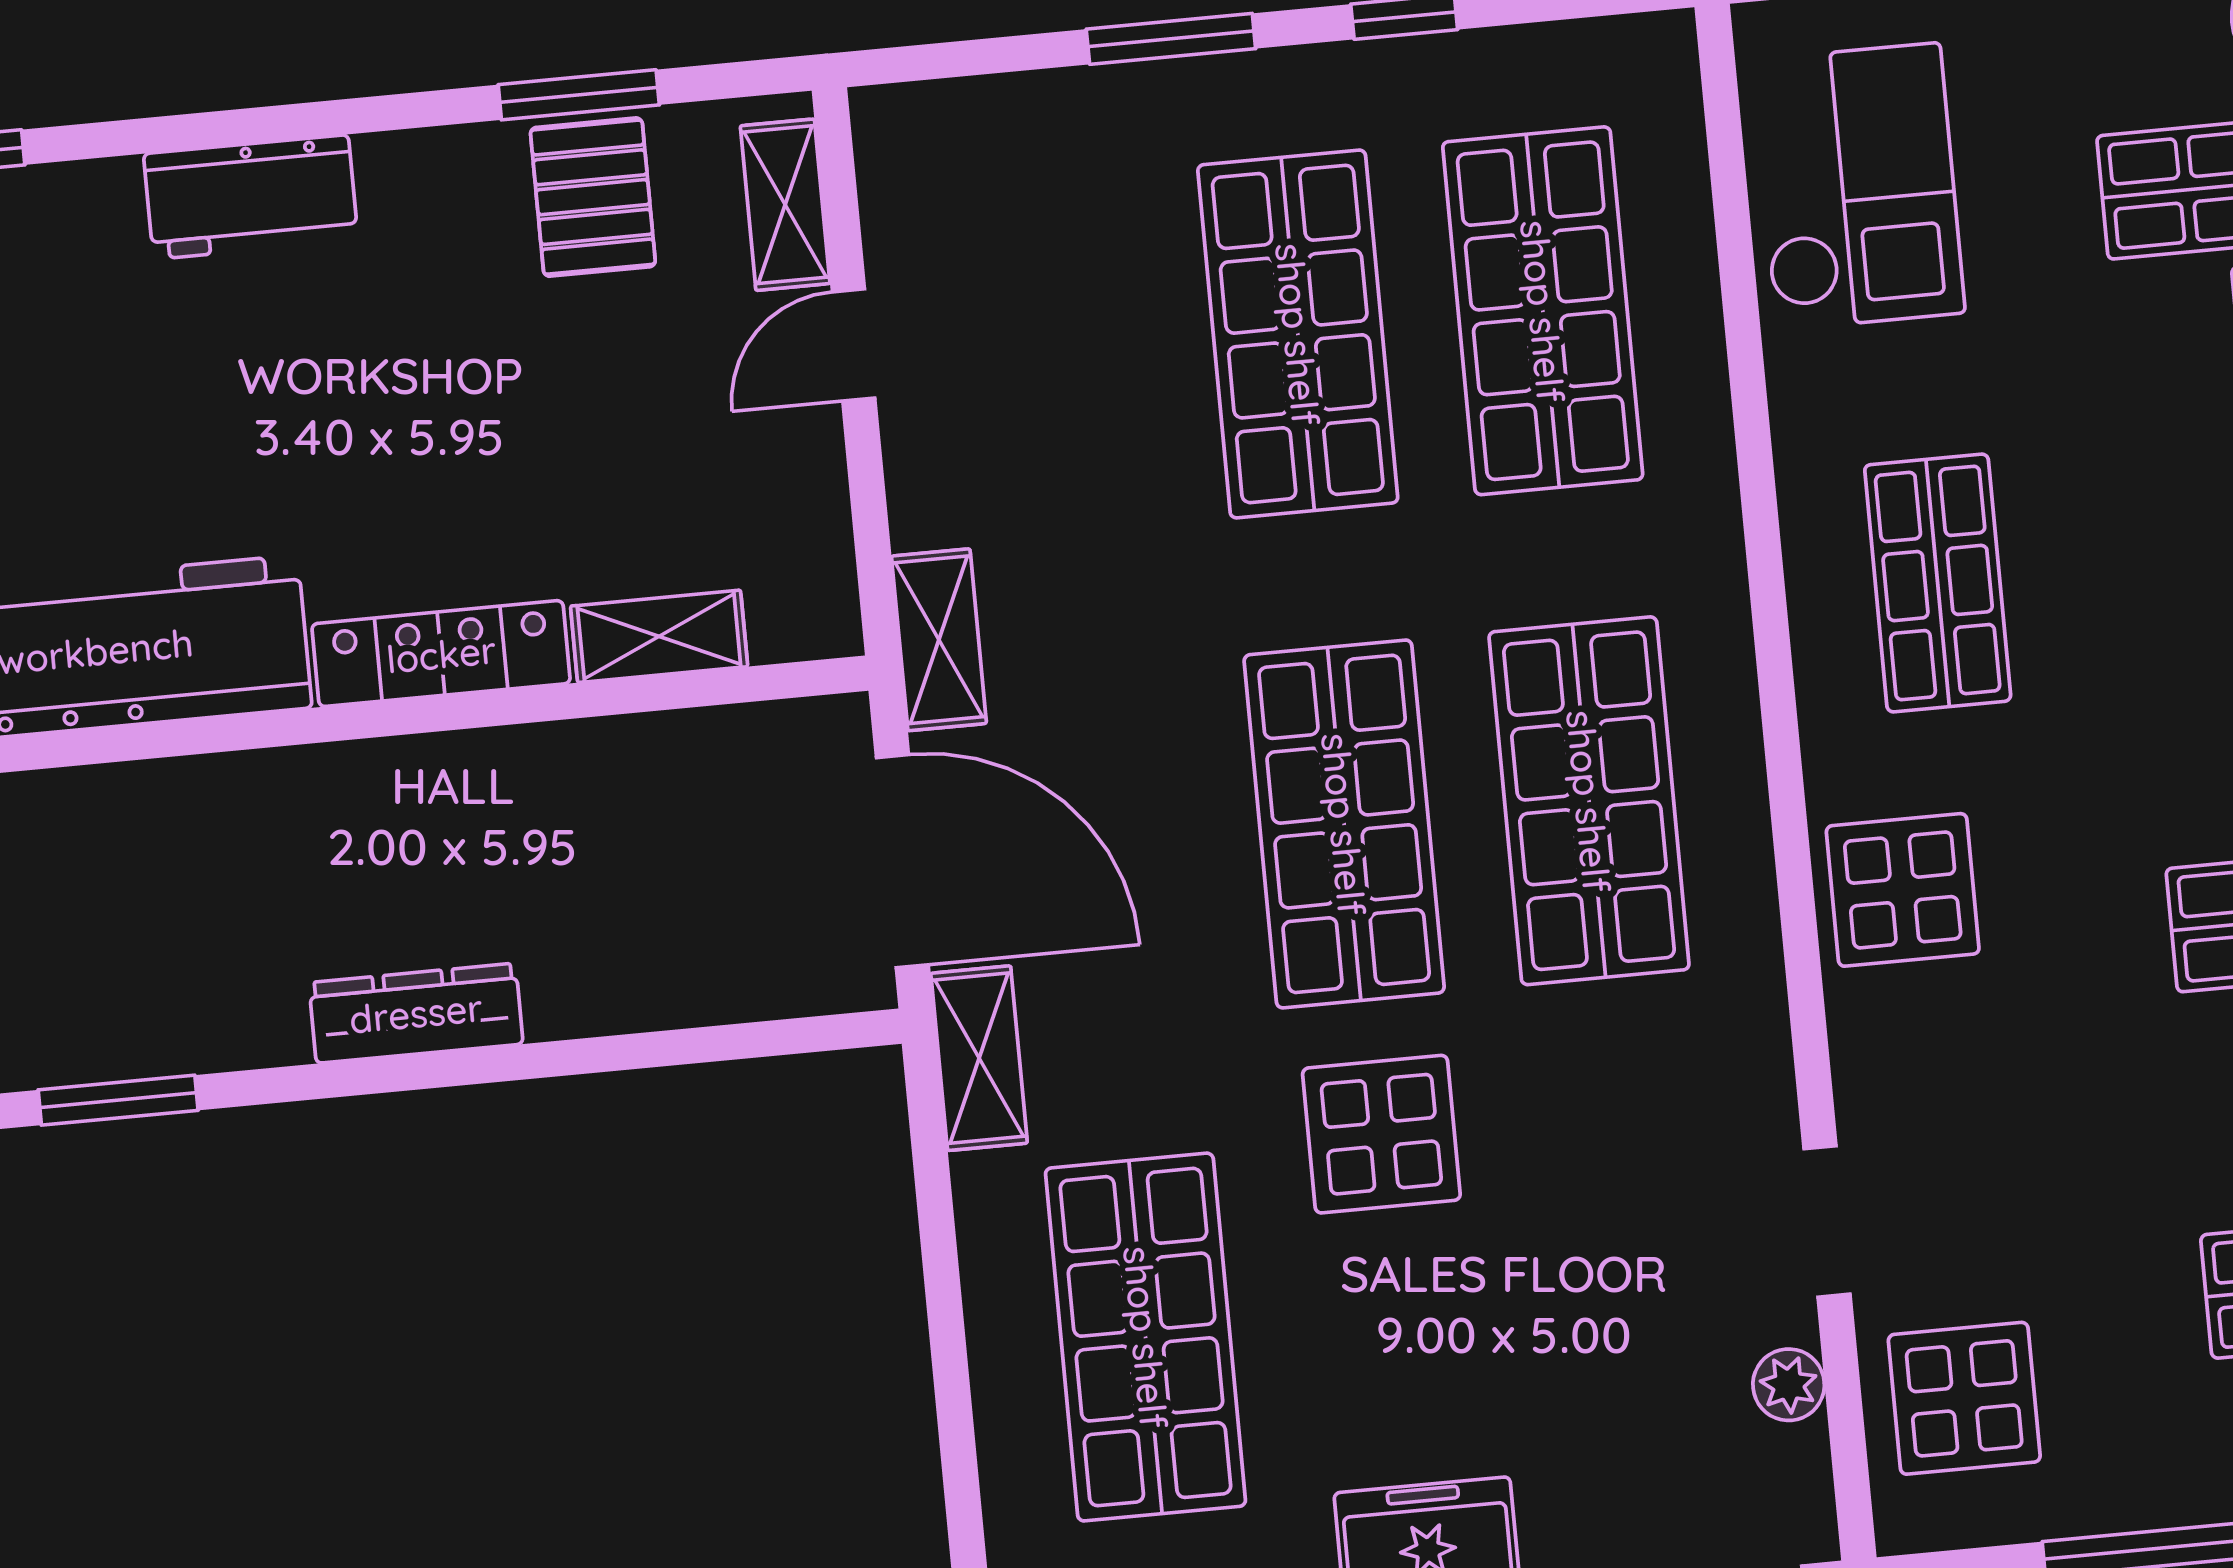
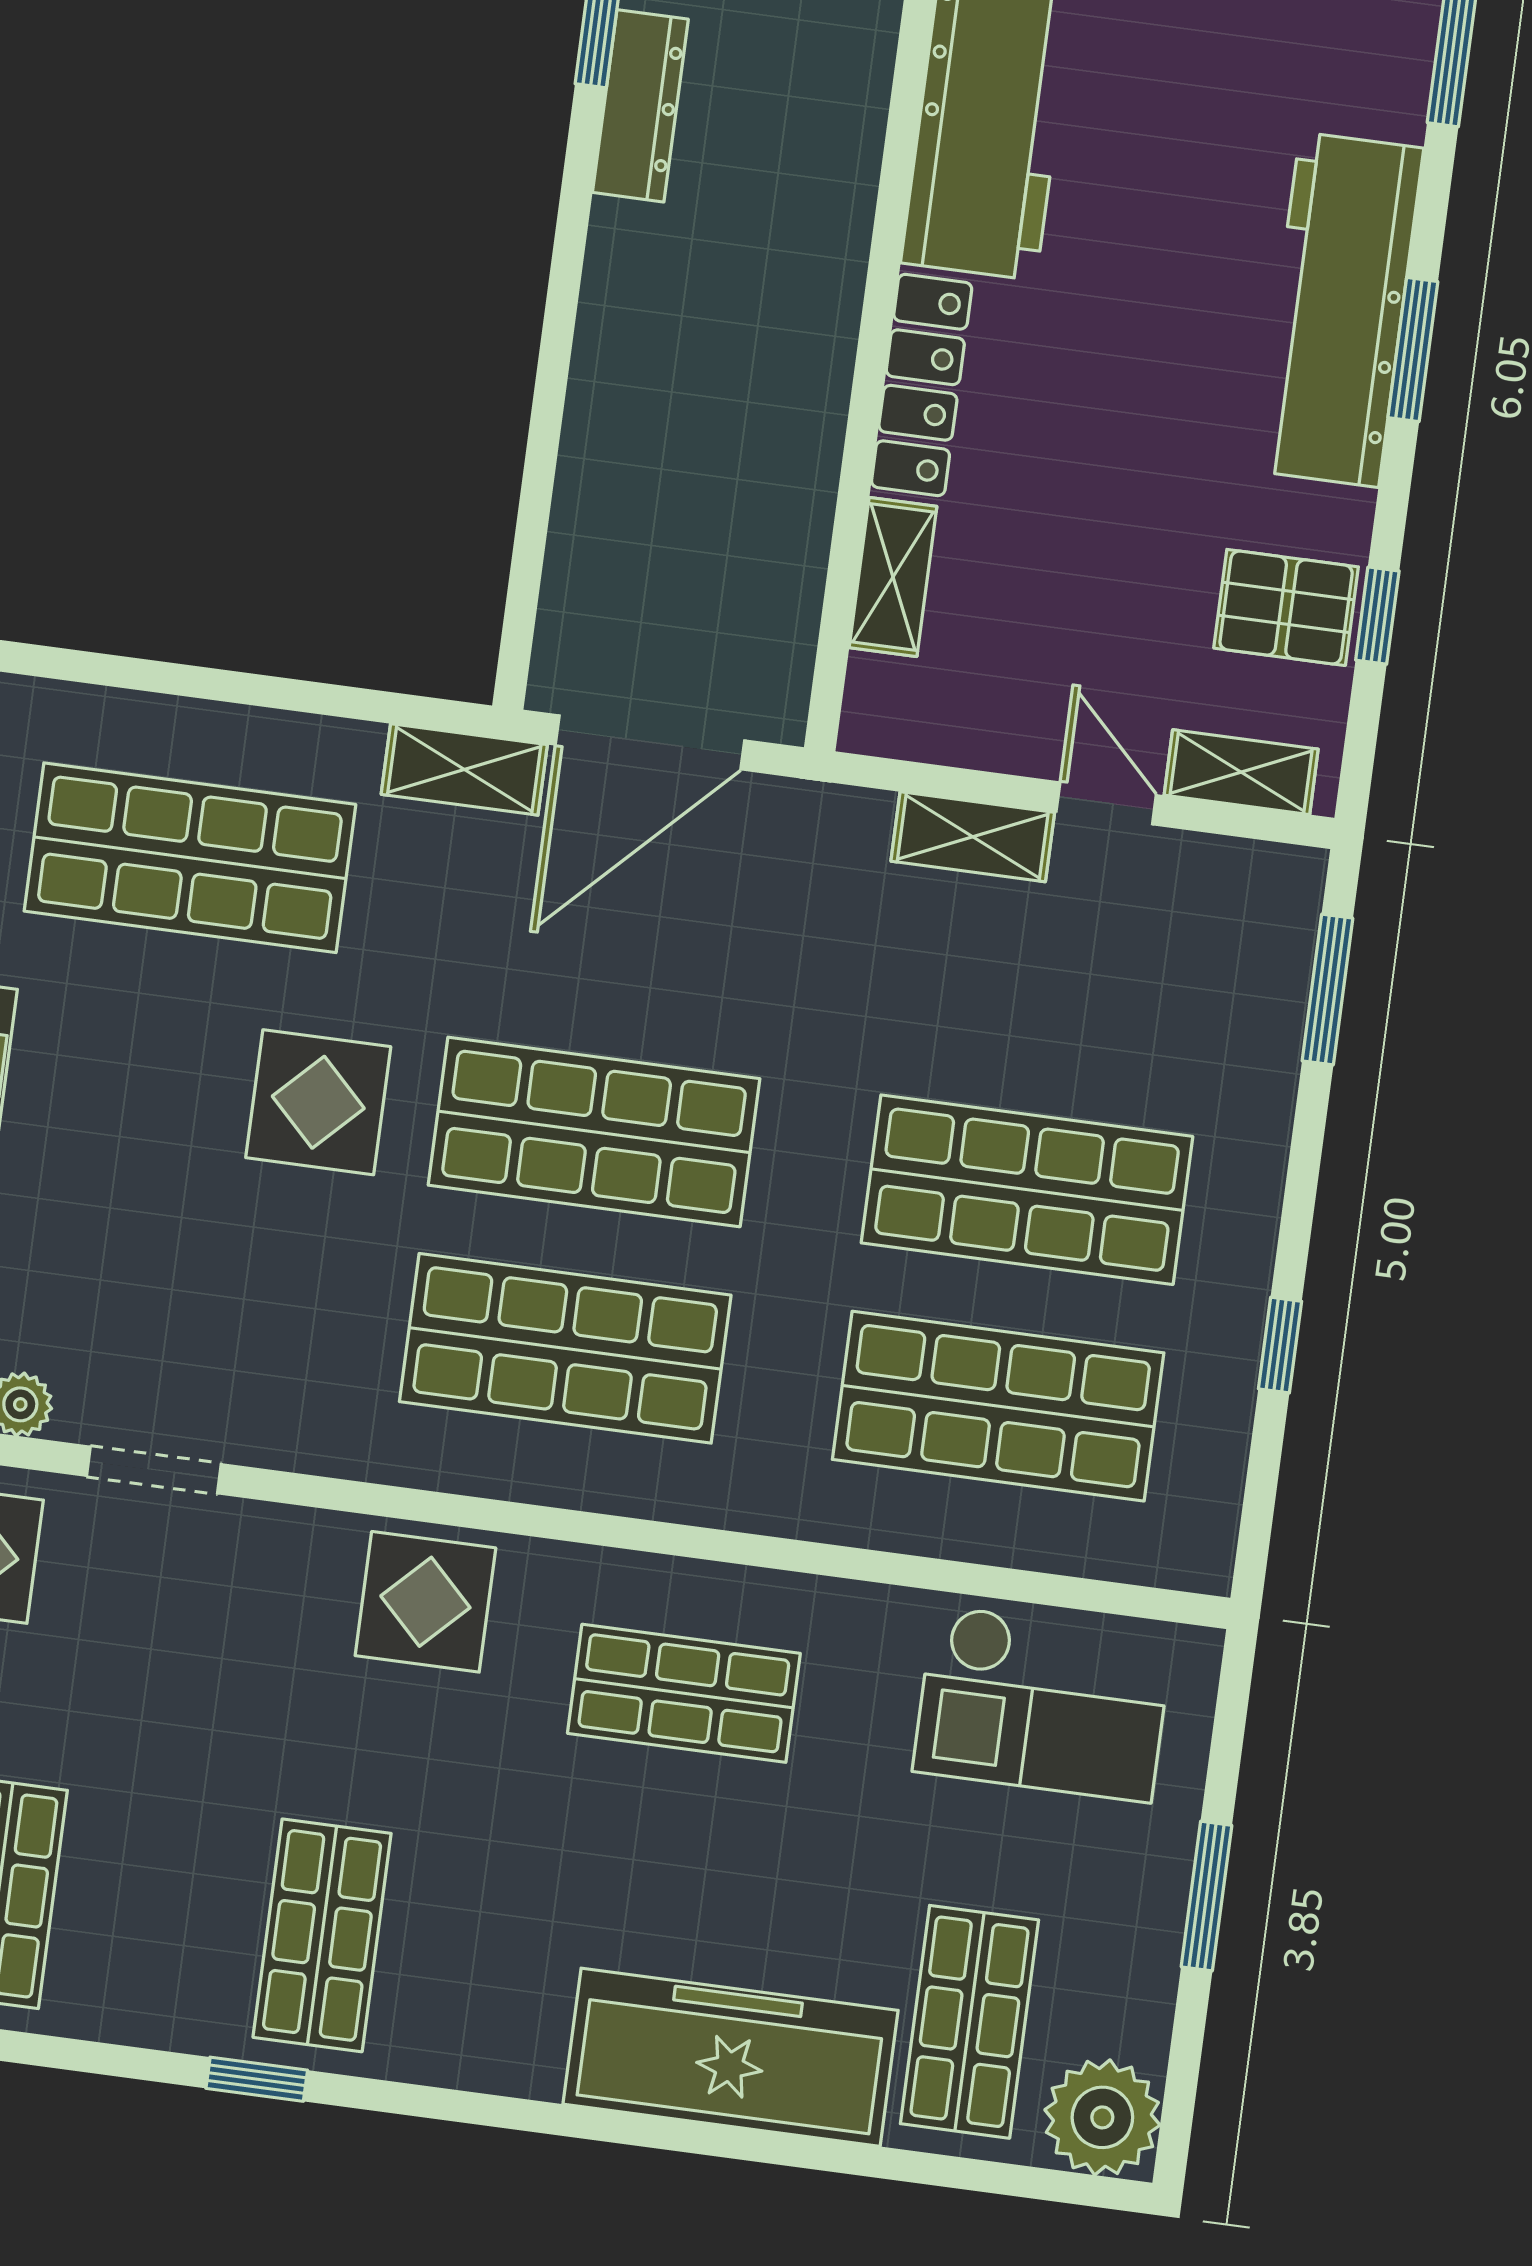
window: (1171, 39) -> (1327, 990), moved
window: (579, 95) -> (1377, 616), width x0.67
window: (278, 123) -> (1413, 350), added
workbench: (251, 197) -> (1339, 310), width x1.88, depth x1.32
shelving: (939, 640) -> (973, 837), moved
dresser: (416, 1013) -> (640, 106), moved

